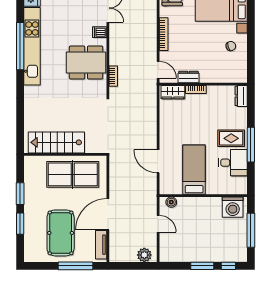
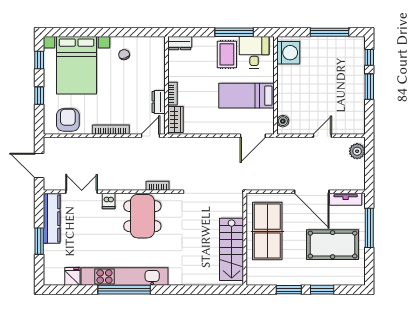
bed: (194, 170) -> (247, 96), moved
wall: (203, 196) -> (276, 85), moved
boiler: (171, 202) -> (283, 121), moved
washing machine: (233, 207) -> (288, 53), moved

